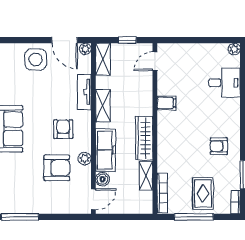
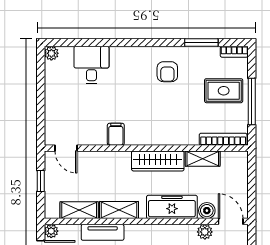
shelving: (103, 59) -> (79, 210), moved
plant: (85, 159) -> (205, 232), moved

